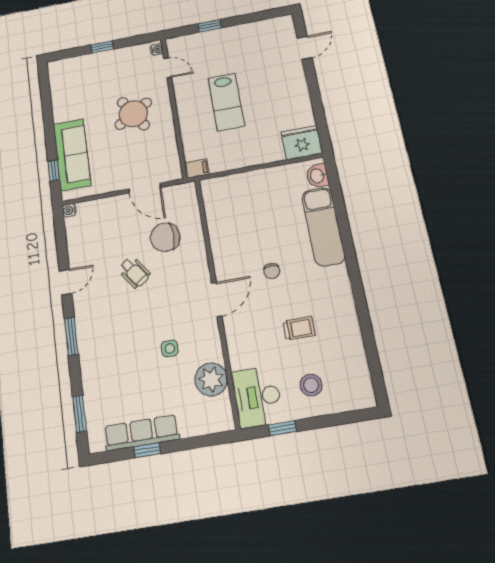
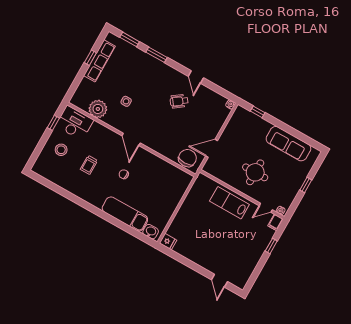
lab bench: (226, 102) -> (229, 203), moved
round table: (133, 114) -> (255, 172), turned 32
fridge: (302, 143) -> (168, 242), width x0.53, depth x0.75
sofa: (72, 155) -> (288, 144), moved
filing cabinet: (197, 169) -> (275, 222), moved
chair: (165, 237) -> (187, 158), moved
wheelchair: (134, 272) -> (179, 101), moved
window: (71, 336) -> (157, 55), moved

